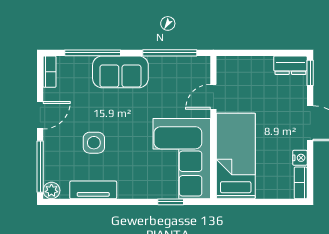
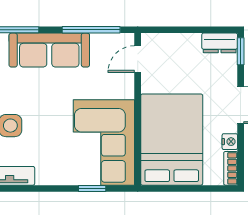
sofa: (120, 72) -> (49, 50), width x1.36
door: (213, 97) -> (138, 59), moved
bed: (236, 156) -> (172, 140), width x1.50

